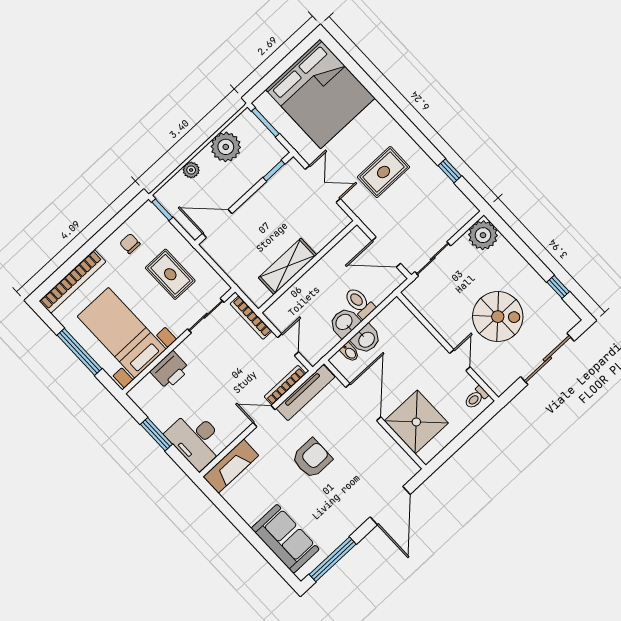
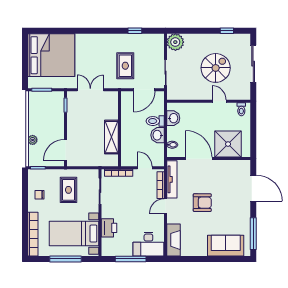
plant: (226, 147) -> (36, 116), removed
rug: (384, 172) -> (125, 66), moved
rug: (170, 274) -> (68, 190), turned 90
washbasin: (366, 339) -> (173, 118), moved
window: (156, 434) -> (131, 259), width x1.44
armchair: (312, 458) -> (202, 203), turned 90

